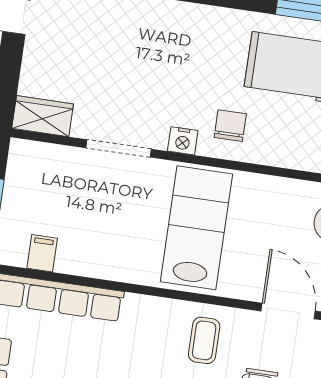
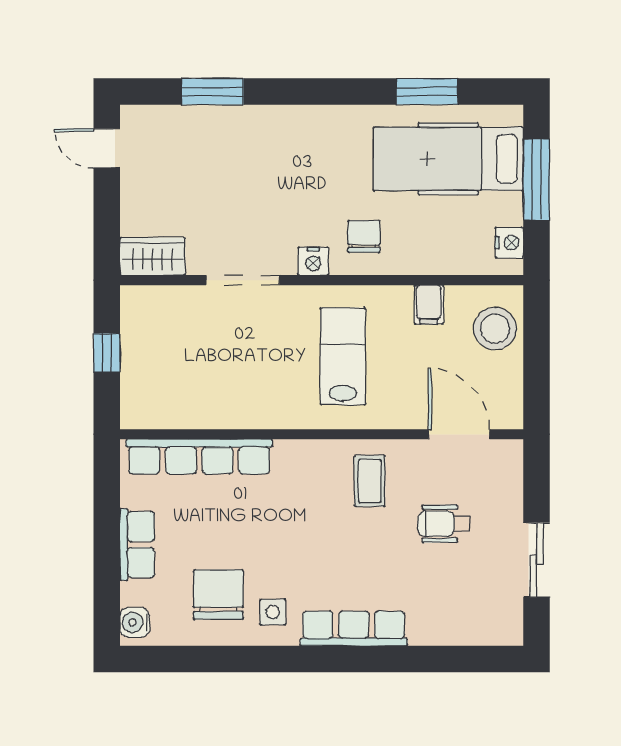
lab bench: (196, 228) -> (343, 356), width x0.73, depth x0.72
filing cabinet: (42, 253) -> (429, 305), moved, turned 180

